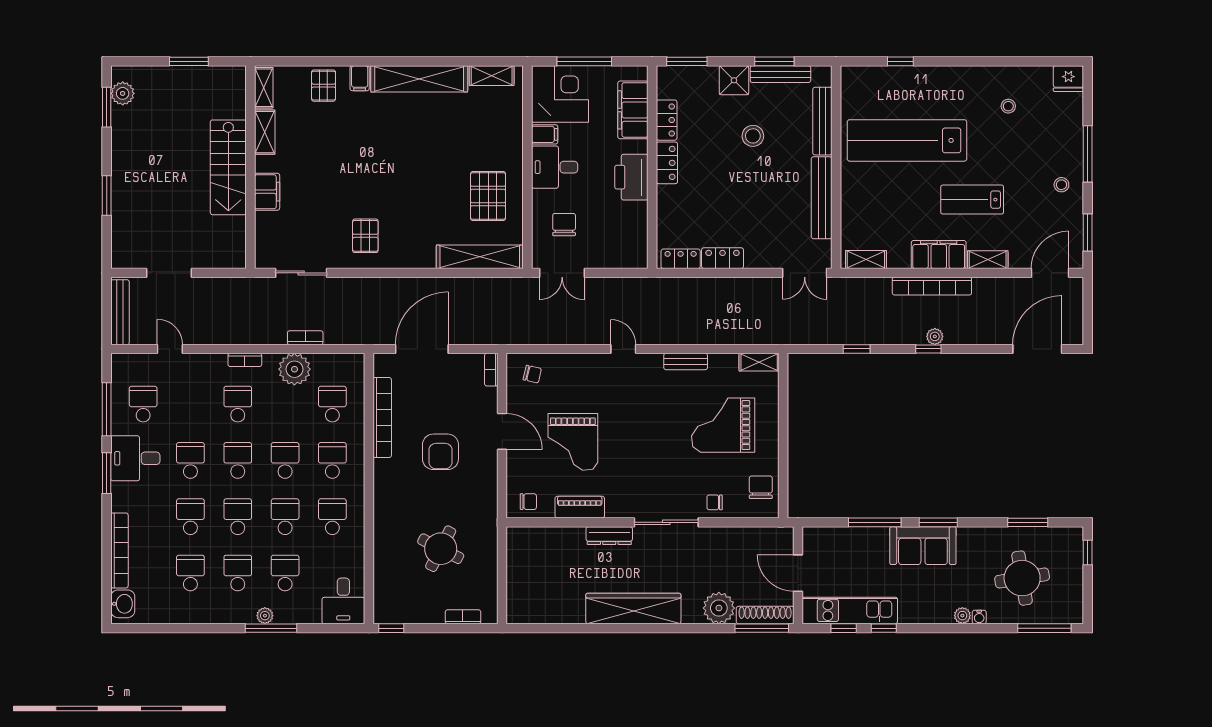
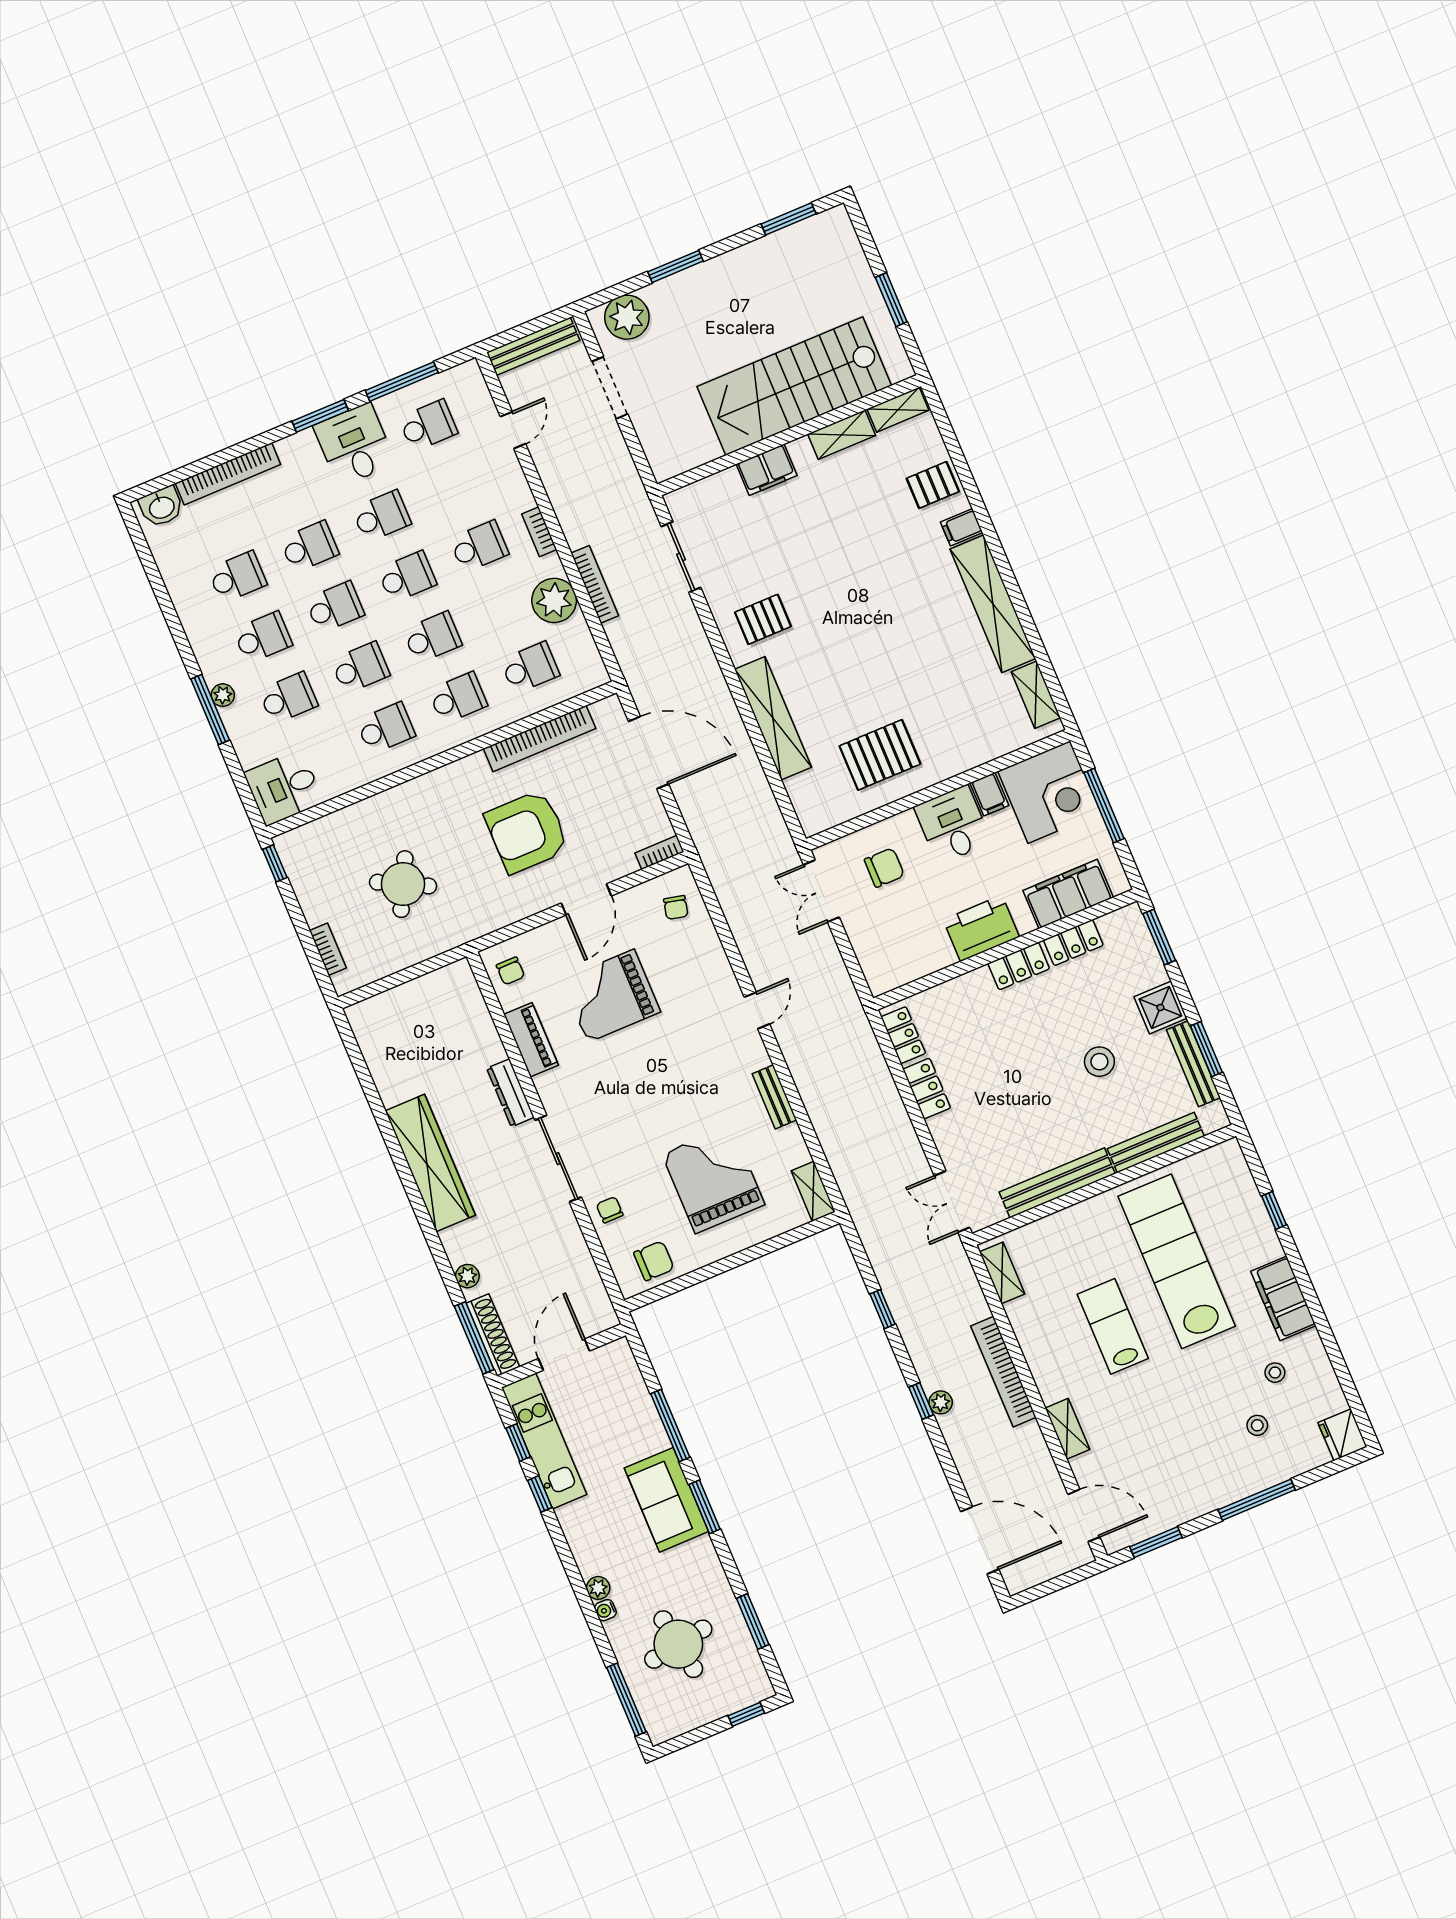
plant: (123, 93) -> (627, 317), moved, width x1.36, depth x1.36
stairs: (228, 167) -> (794, 386), width x1.36, depth x1.51
stool: (1061, 185) -> (1257, 1425), moved
lab bench: (972, 200) -> (1113, 1326), moved
filing cabinet: (939, 255) -> (1283, 1298), moved, turned 180
shelving: (480, 257) -> (773, 718), moved
bookcase: (305, 338) -> (595, 584), width x1.56
armchair: (440, 452) -> (527, 832), width x1.36, depth x1.36
plant: (719, 608) -> (467, 1276), width x0.53, depth x0.53

